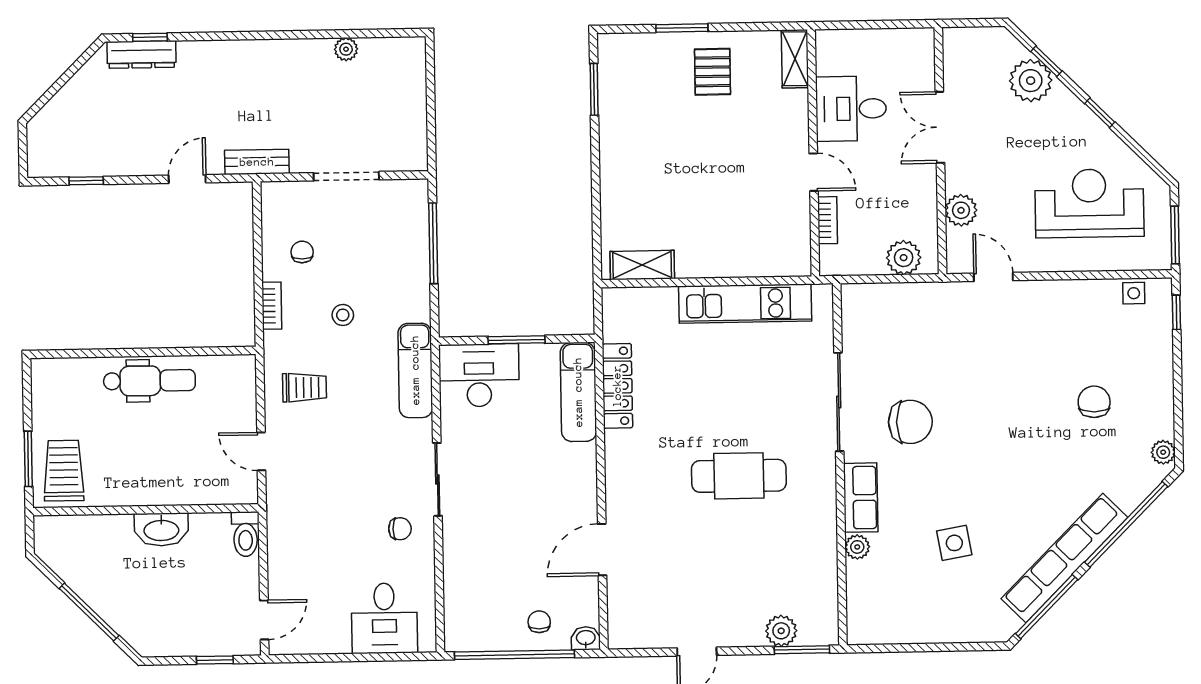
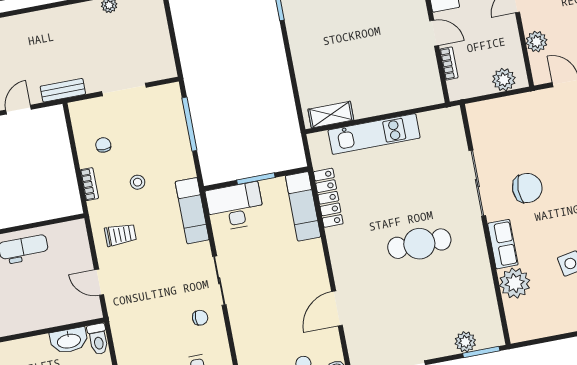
kitchen unit: (745, 304) -> (374, 134), moved
washbasin: (161, 530) -> (69, 340), moved
plant: (857, 547) -> (515, 283), width x1.87, depth x1.87

